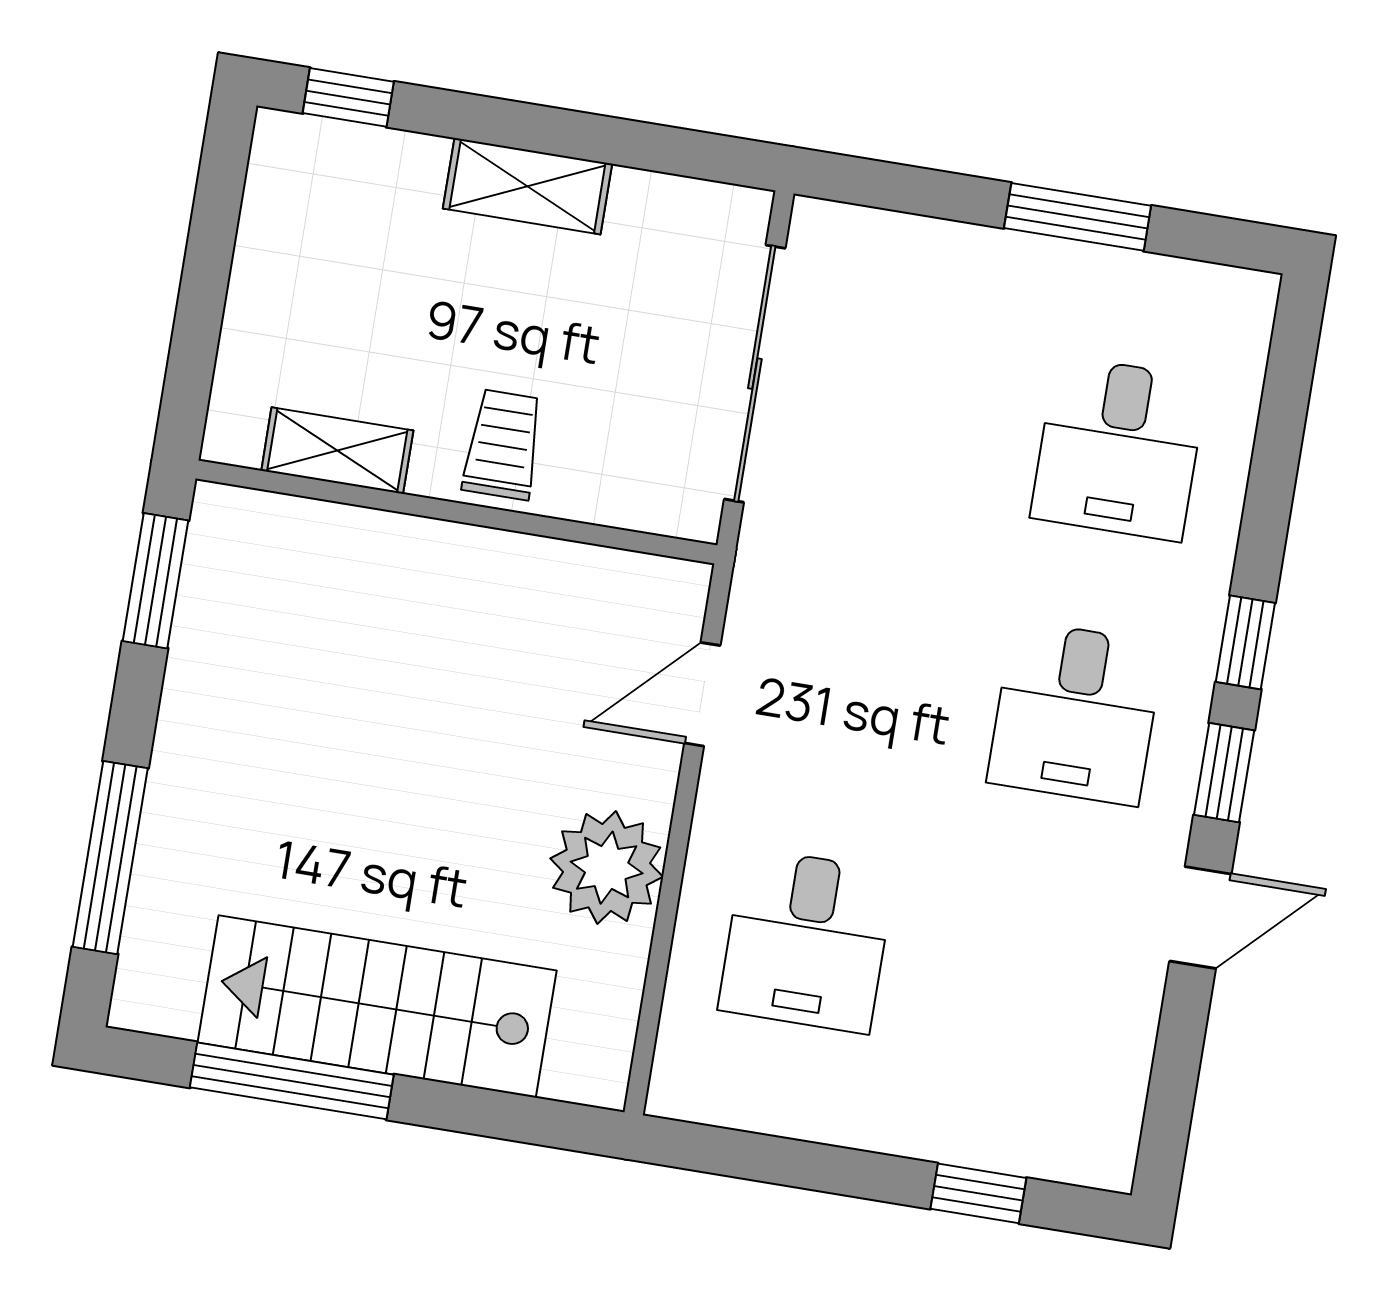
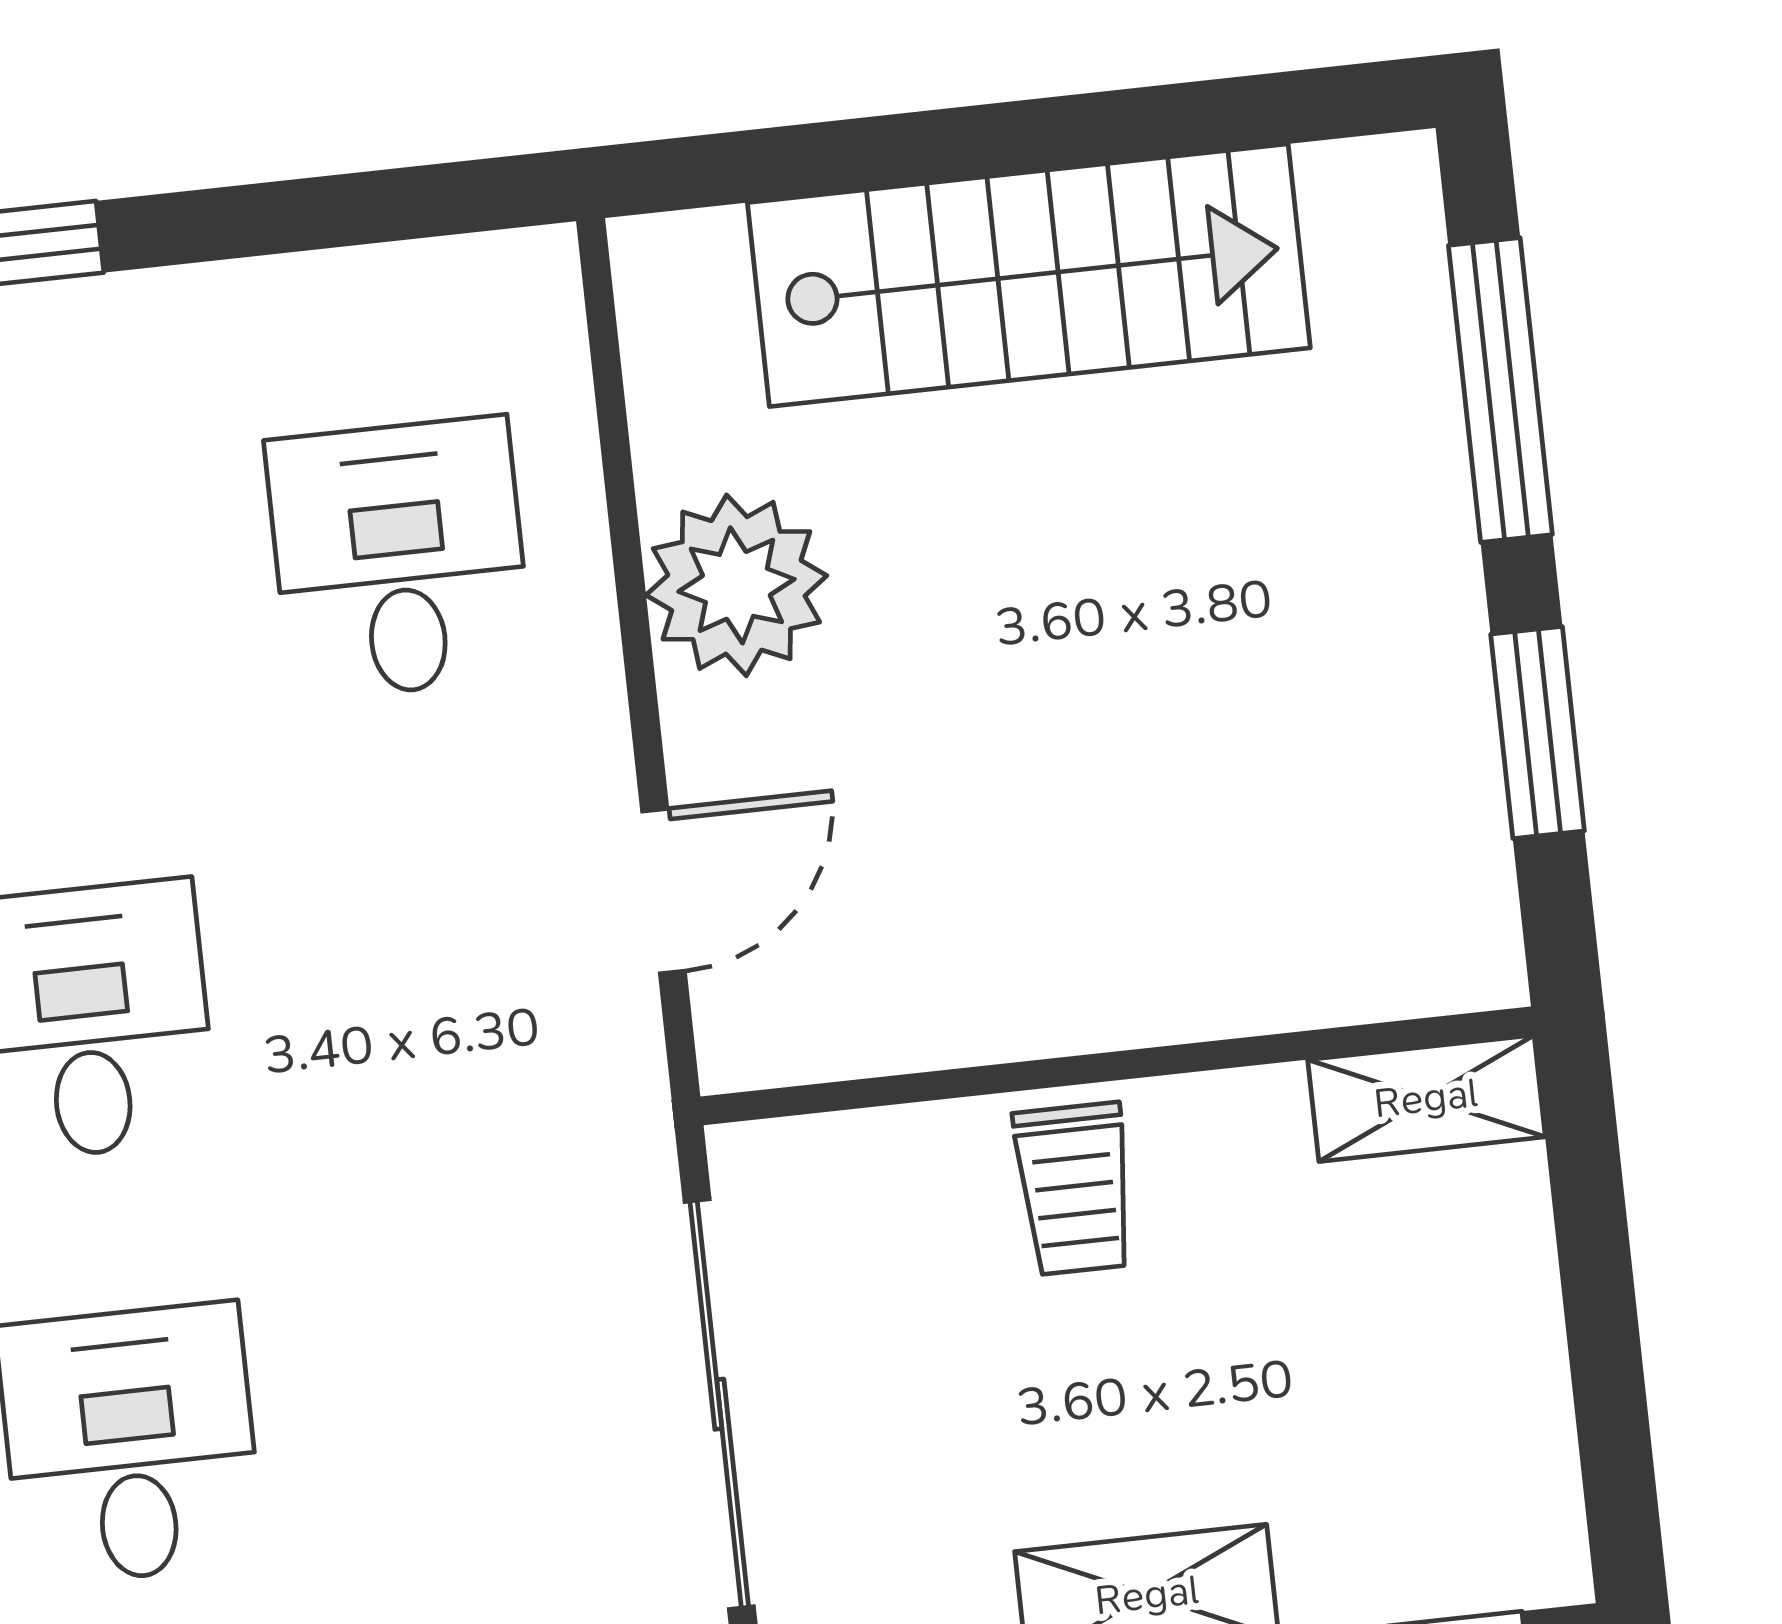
shelving: (337, 451) -> (1426, 1098), moved
window: (156, 581) -> (1538, 733), moved
window: (292, 1081) -> (1128, 125), removed

